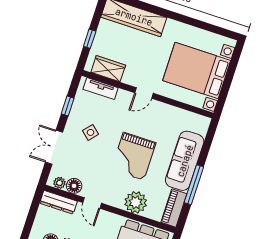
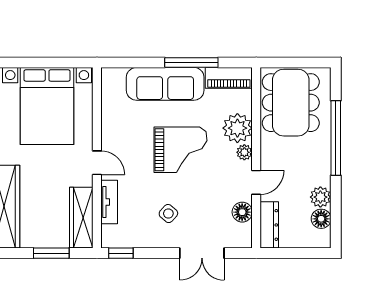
window: (90, 39) -> (51, 253), width x1.50
wardrobe: (108, 69) -> (81, 218), width x1.50
tv unit: (101, 88) -> (109, 202), moved
window: (68, 106) -> (121, 253), moved
plant: (60, 183) -> (244, 152), moved

